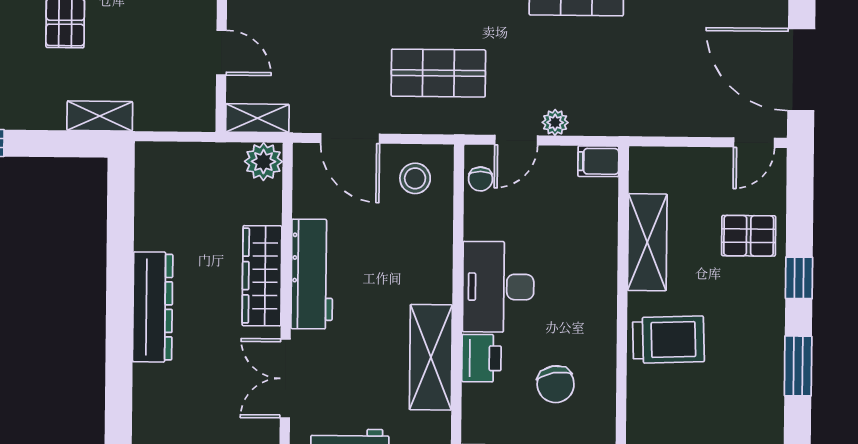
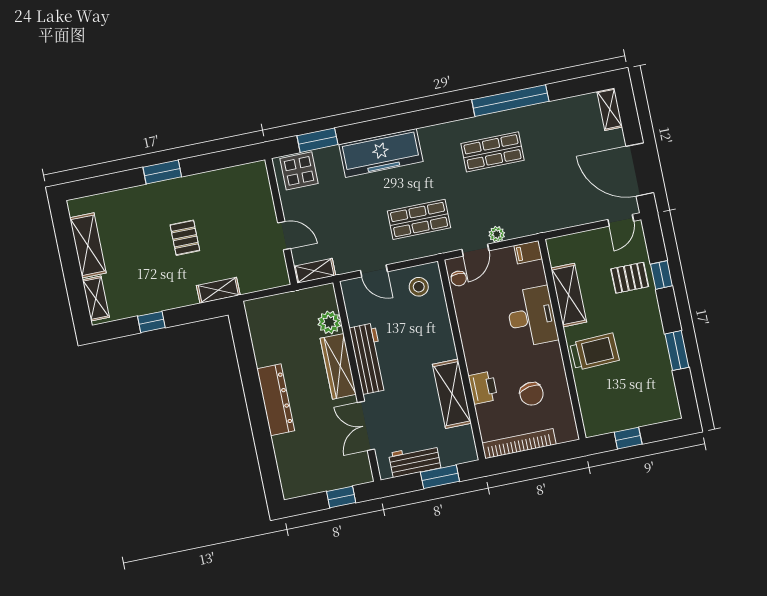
door: (350, 138) -> (374, 271), width x0.73
plant: (263, 162) -> (329, 322), moved
window: (799, 278) -> (661, 275), moved
desk: (498, 287) -> (532, 317), moved, turned 180

